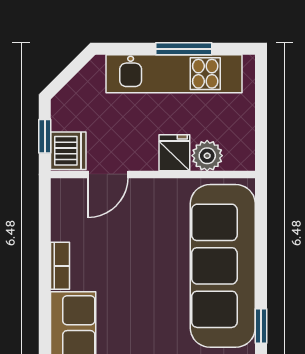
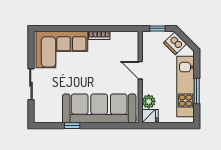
dishwasher: (68, 151) -> (175, 43), moved, turned 45
fridge: (174, 153) -> (150, 116), moved
door: (108, 174) -> (140, 70), moved

